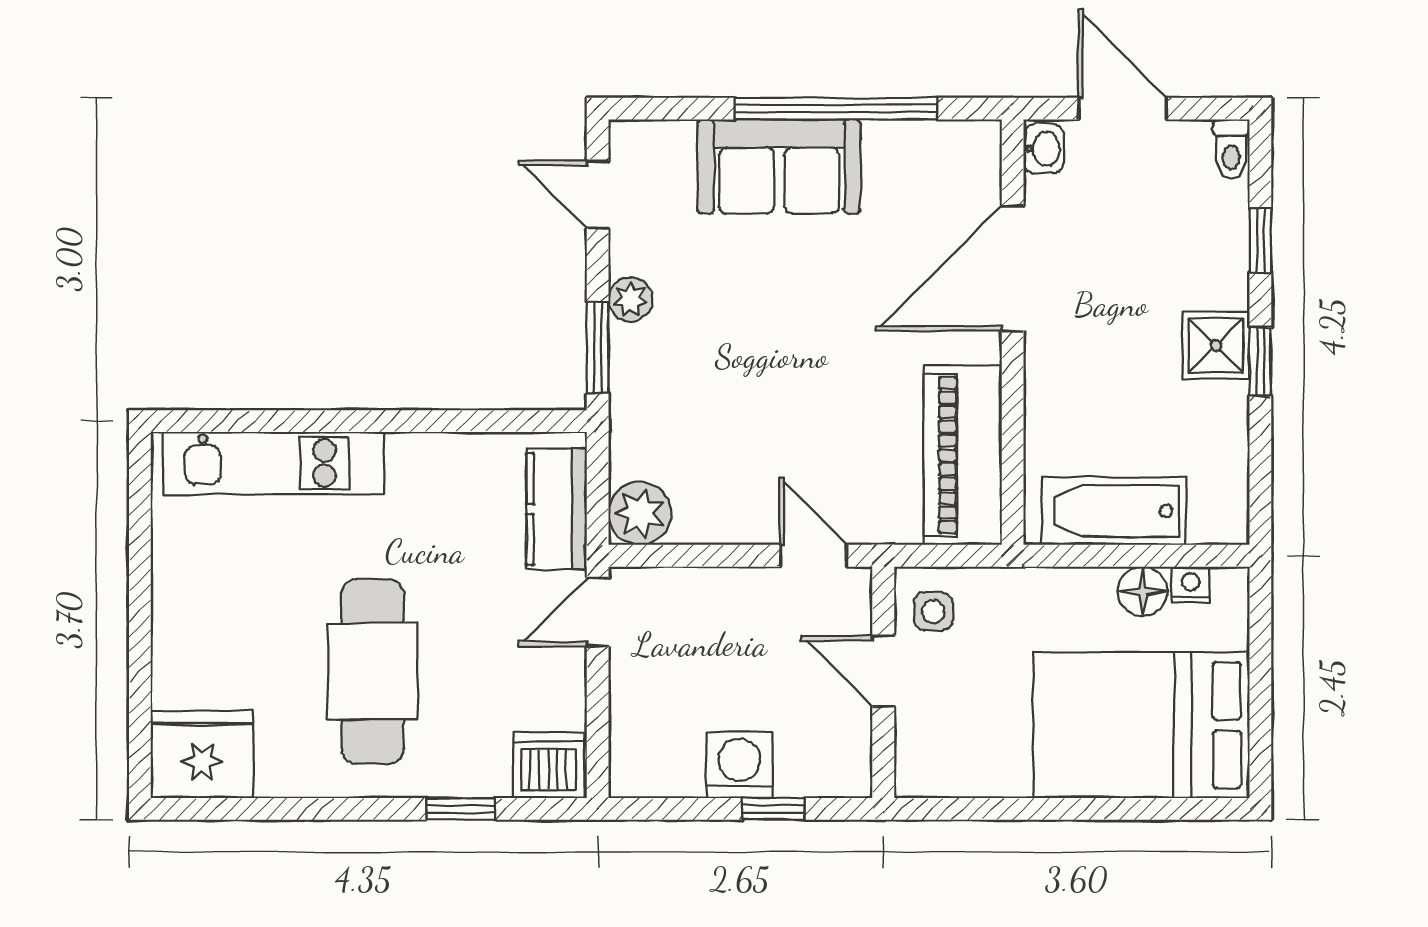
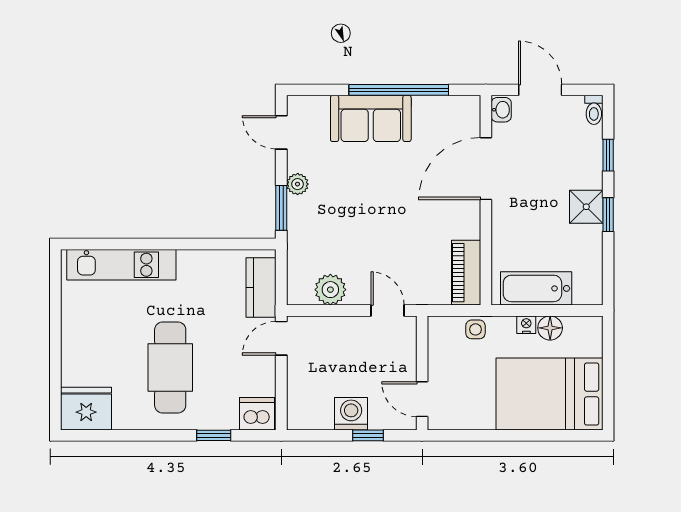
piano: (963, 455) -> (466, 273), width x0.73, depth x0.75
plant: (640, 513) -> (330, 290), moved
nightstand: (1191, 585) -> (526, 325), moved
side table: (933, 611) -> (475, 329), moved
door: (883, 671) -> (422, 399), moved

